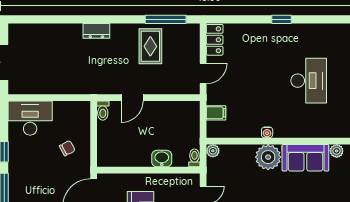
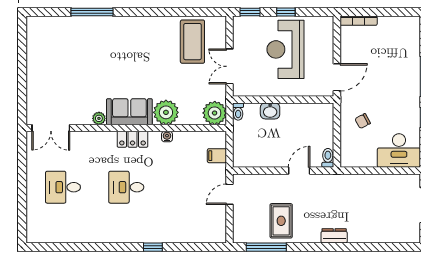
locker: (215, 40) -> (133, 139), moved, turned -90
desk: (309, 81) -> (126, 187), width x0.73
plant: (213, 151) -> (215, 113), width x1.87, depth x1.87

